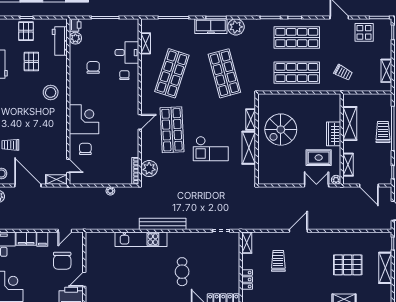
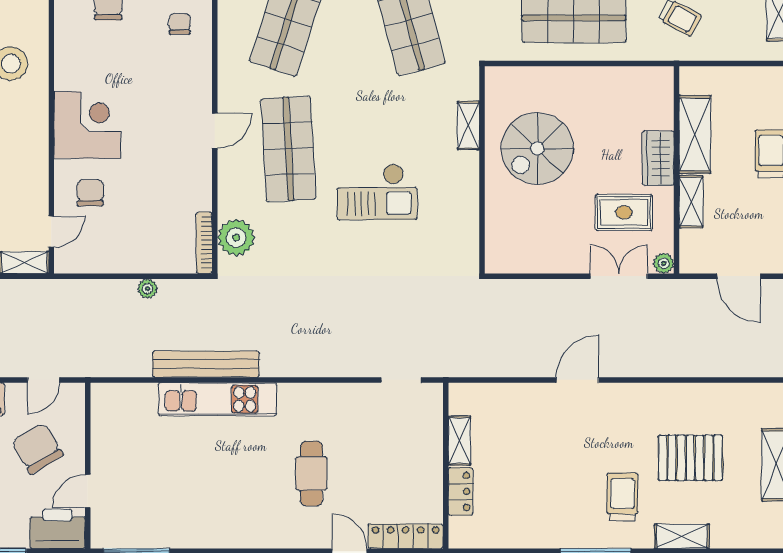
shelving: (249, 148) -> (464, 190), removed
shelving: (348, 165) -> (691, 202), moved
door: (68, 166) -> (51, 232), hinge flipped
bench: (163, 224) -> (206, 364), moved
shelving: (247, 243) -> (459, 441), moved
chair: (62, 261) -> (37, 448), turned 149
trolley: (278, 261) -> (622, 497), moved

